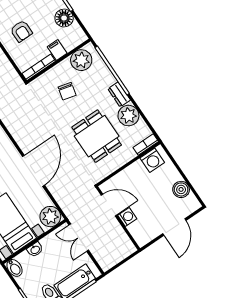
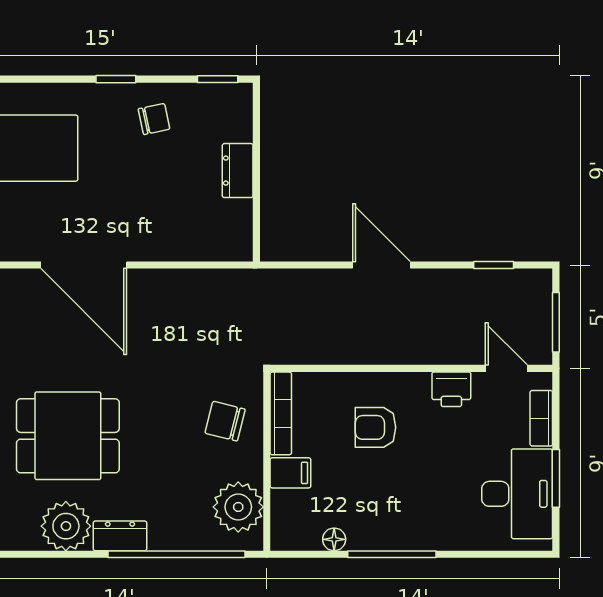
floor lamp: (64, 18) -> (334, 539), width x0.53, depth x0.53
chair: (67, 91) -> (225, 421), moved

